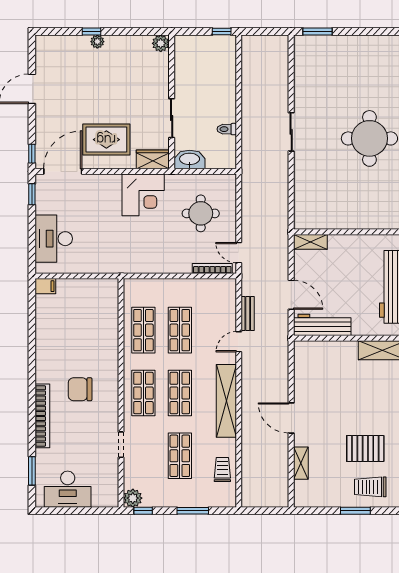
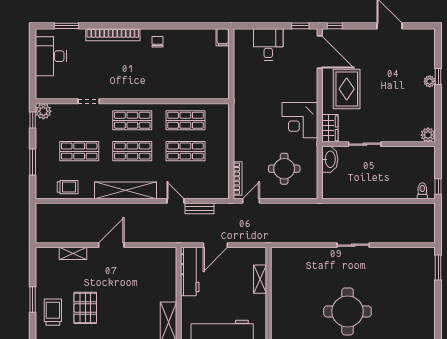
toilet: (227, 129) -> (422, 191), moved
desk: (54, 239) -> (268, 44), width x0.73
shelving: (310, 242) -> (260, 279), moved
chair: (80, 389) -> (158, 42), moved, width x0.54, depth x0.54

